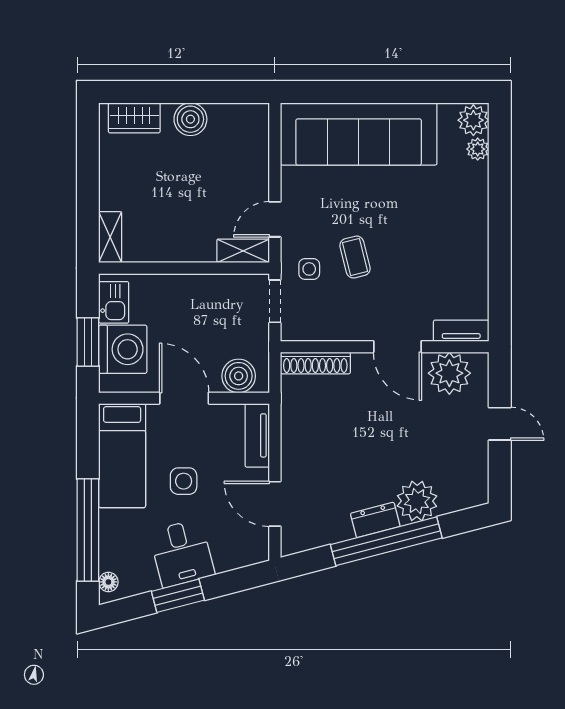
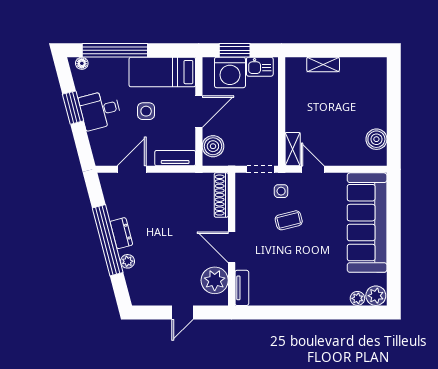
wardrobe: (134, 118) -> (377, 80), removed
boiler: (190, 119) -> (376, 139), moved
shelving: (110, 237) -> (323, 64), moved
door: (397, 347) -> (232, 247), hinge flipped
plant: (417, 501) -> (128, 261), width x0.53, depth x0.53

